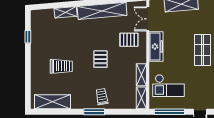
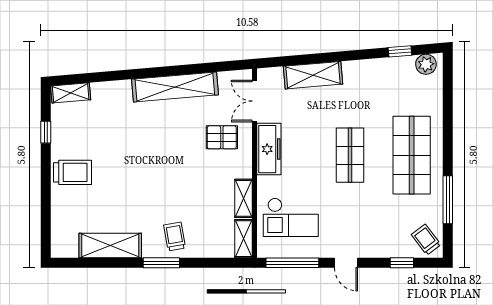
shelving: (66, 12) -> (71, 93), moved
pallet: (100, 59) -> (172, 171), removed
trolley: (61, 66) -> (72, 172), moved
shelving: (53, 102) -> (110, 245), moved

